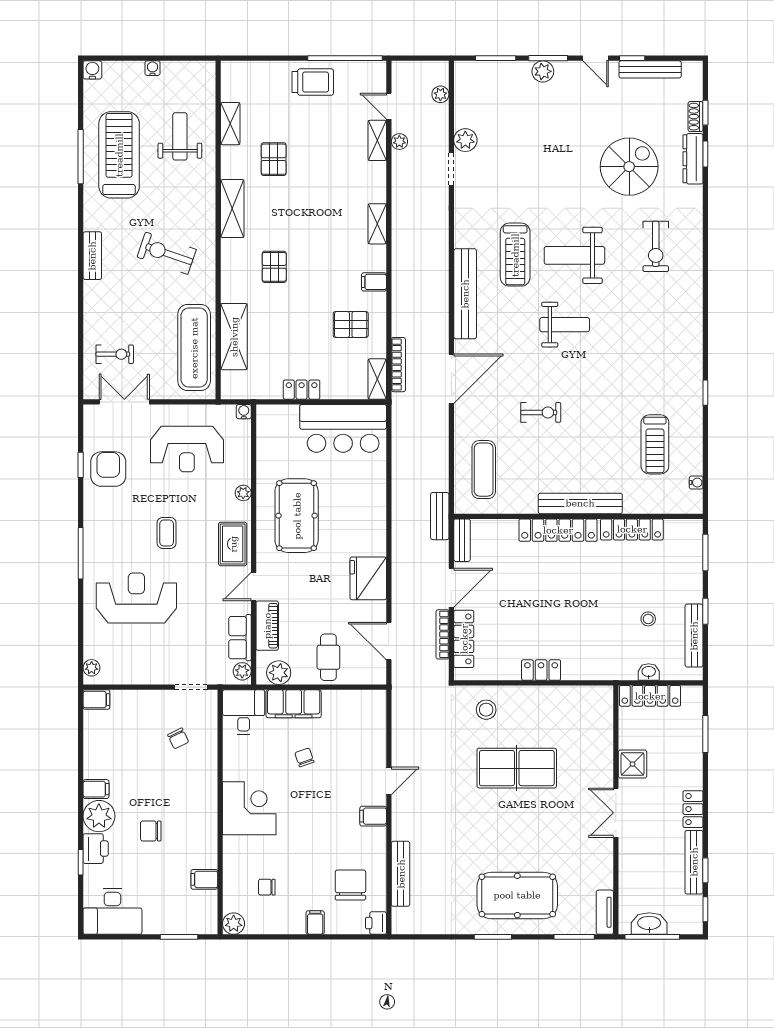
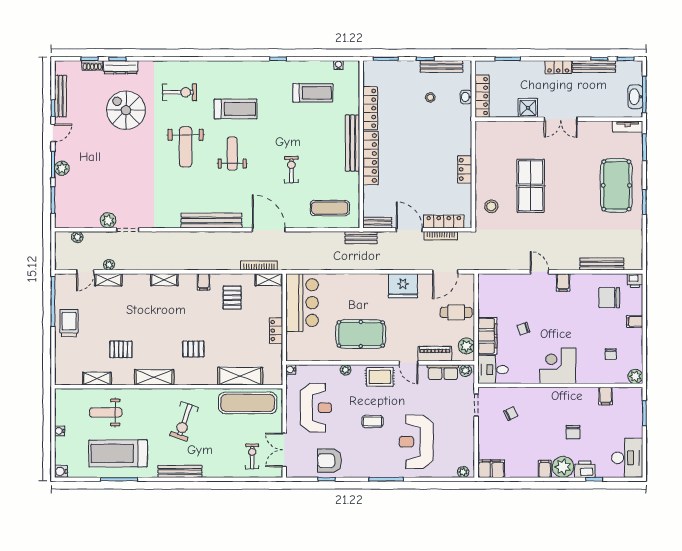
treadmill: (515, 255) -> (236, 109), moved
bench: (92, 256) -> (180, 471), width x1.36
filing cabinet: (96, 700) -> (491, 469), width x2.00

